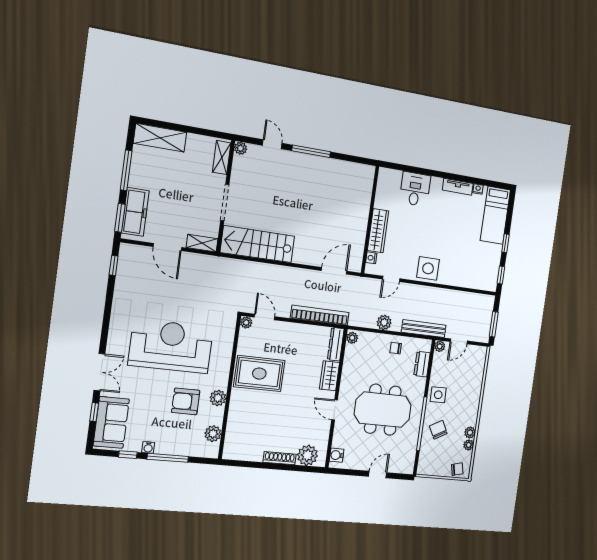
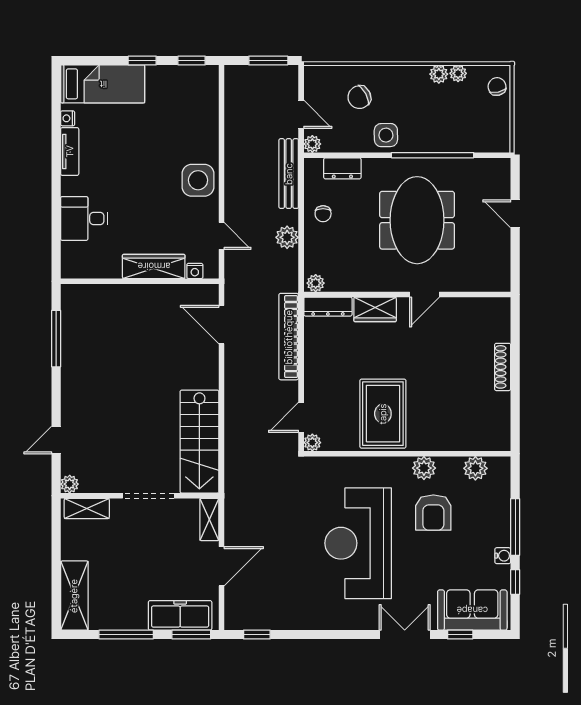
window: (311, 151) -> (56, 339), moved
chair: (438, 430) -> (359, 97), moved
plant: (307, 455) -> (495, 326), removed
water cooler: (337, 455) -> (491, 282), removed

